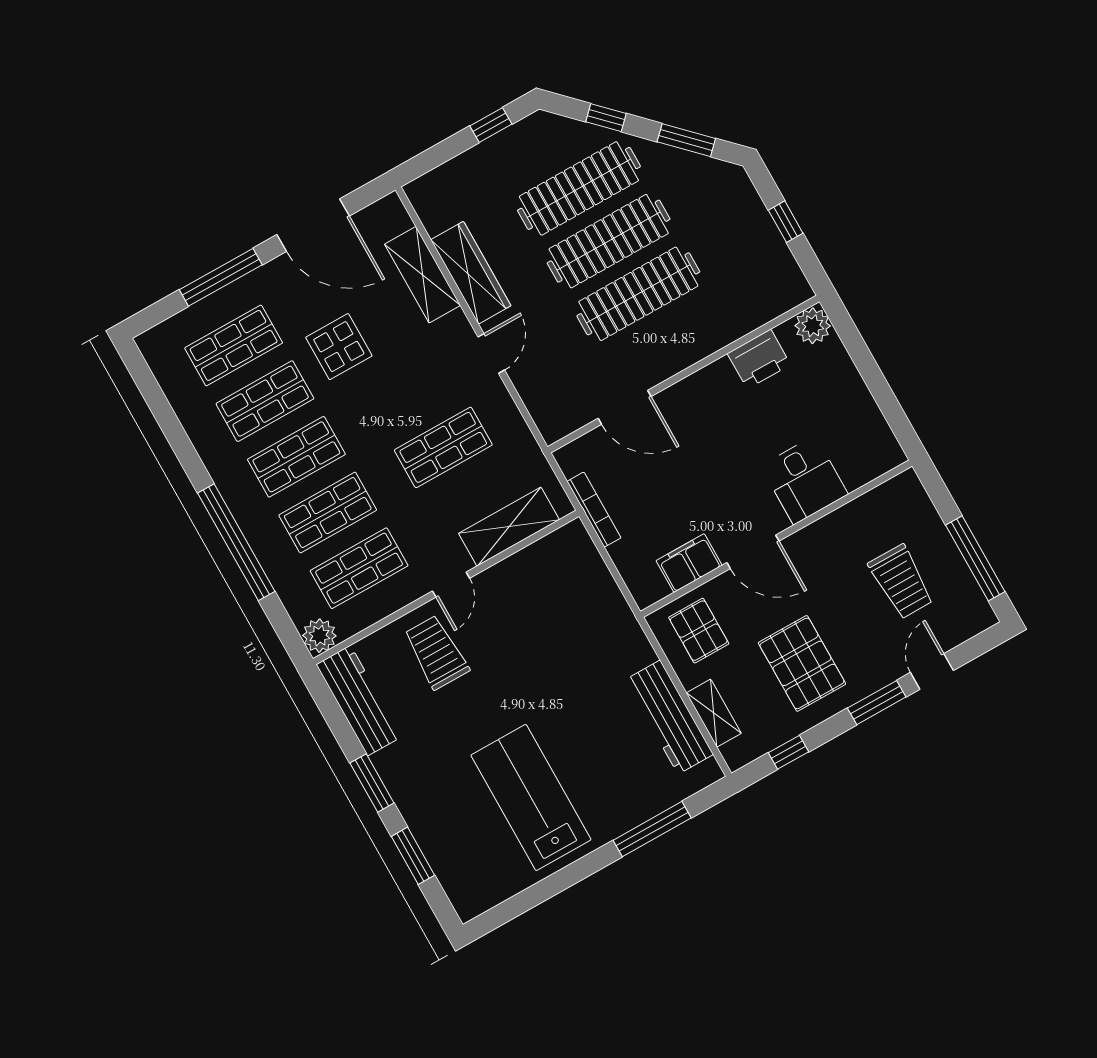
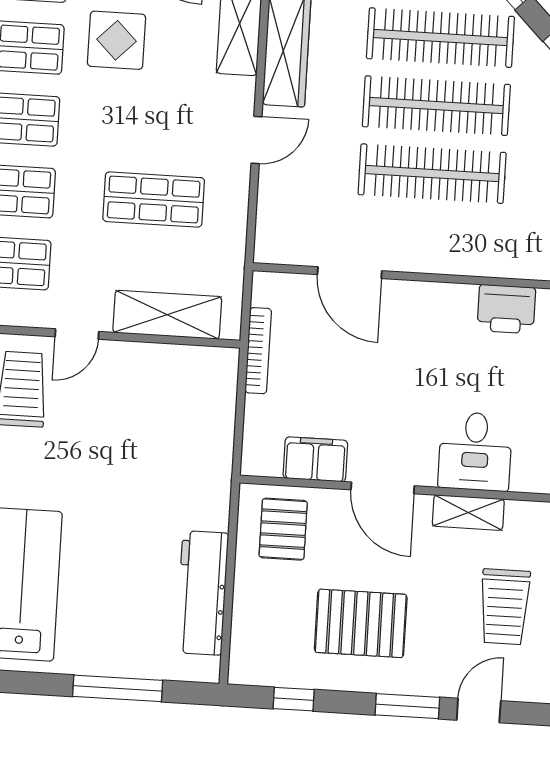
pallet: (802, 663) -> (361, 623), turned 90
shelving: (714, 713) -> (468, 513), moved, turned 90

